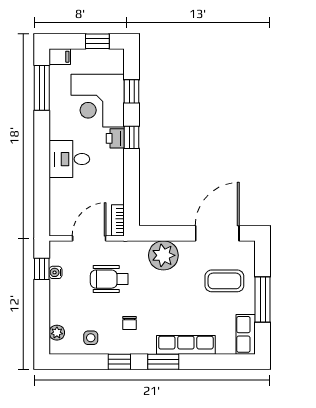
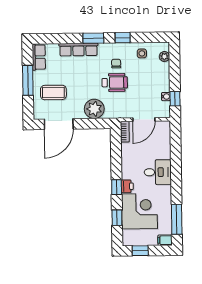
wheelchair: (109, 279) -> (115, 82), moved

